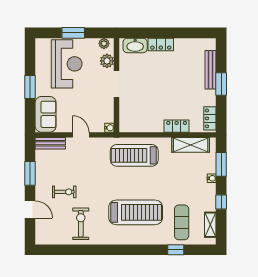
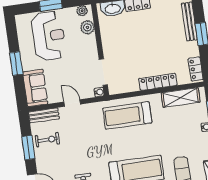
doorway: (117, 84) -> (103, 72), moved
locker: (177, 126) -> (158, 82), width x1.53
exercise bike: (64, 192) -> (47, 140), moved

